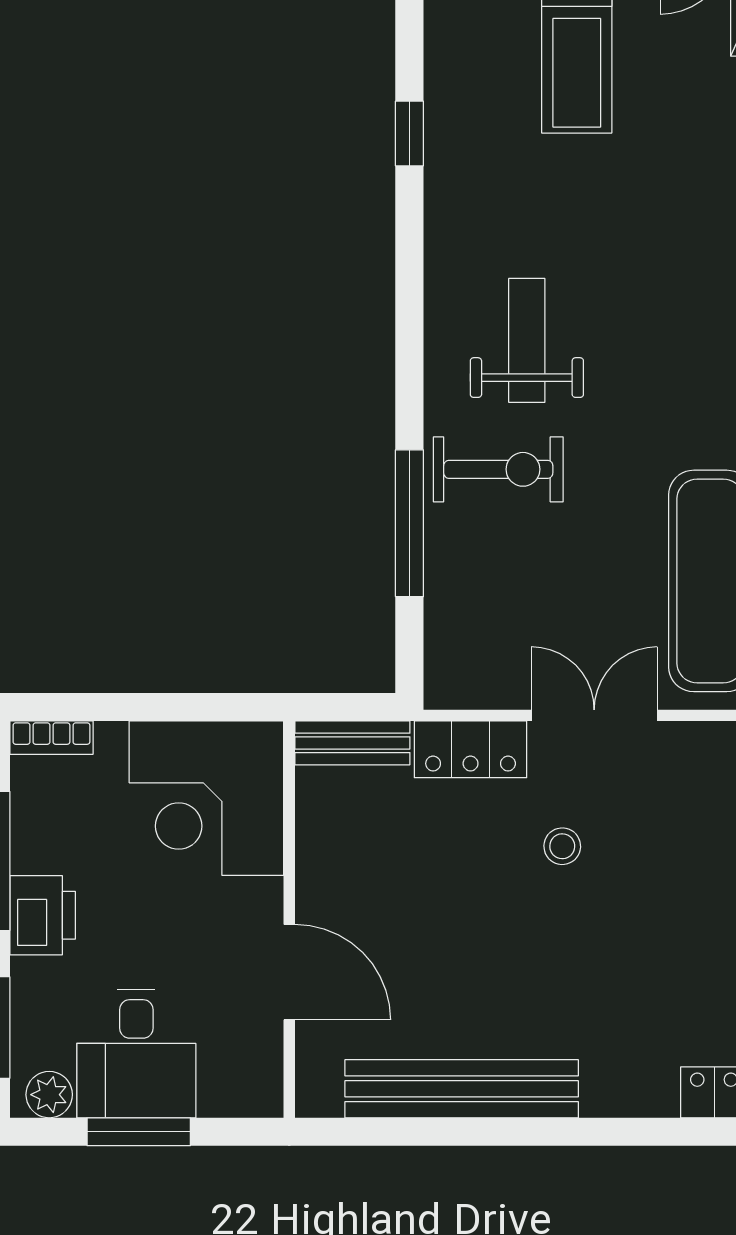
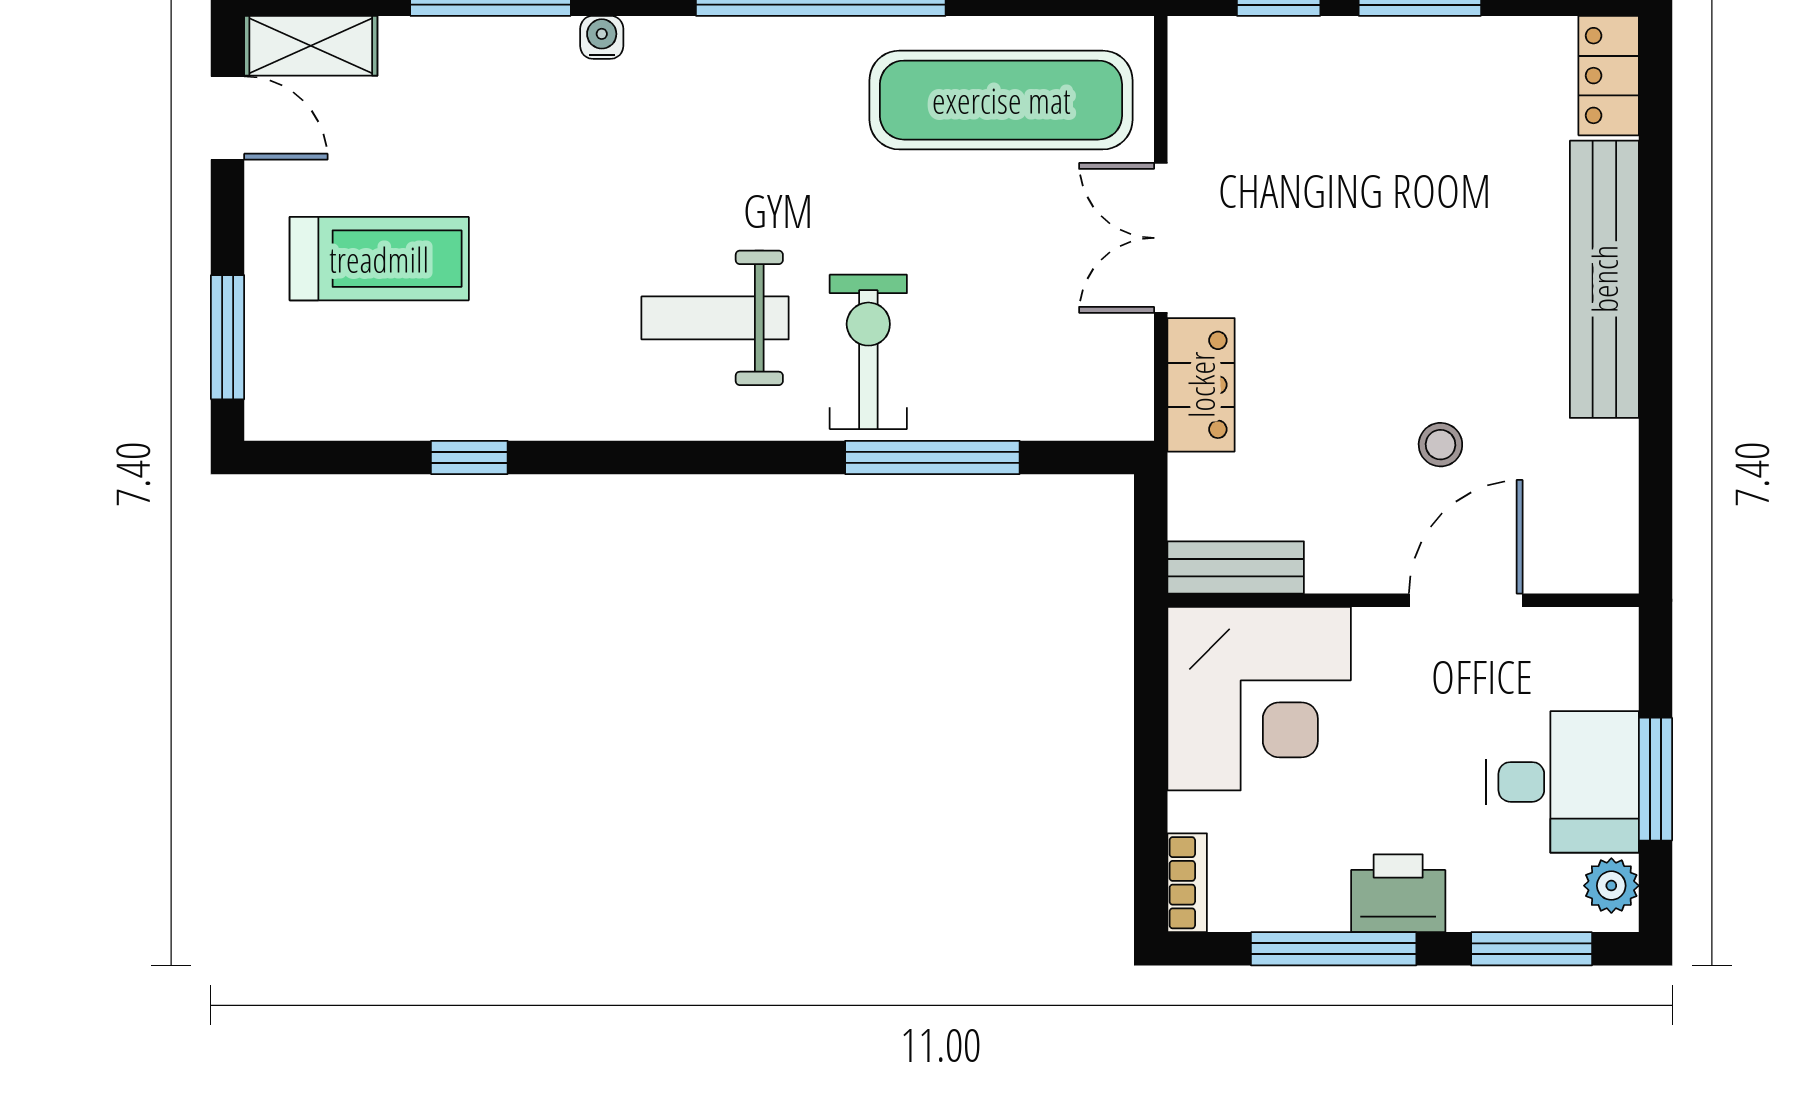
bench: (352, 743) -> (1236, 567), moved, turned 90
stool: (562, 846) -> (1440, 445), moved
bench: (462, 1089) -> (1604, 279), moved

